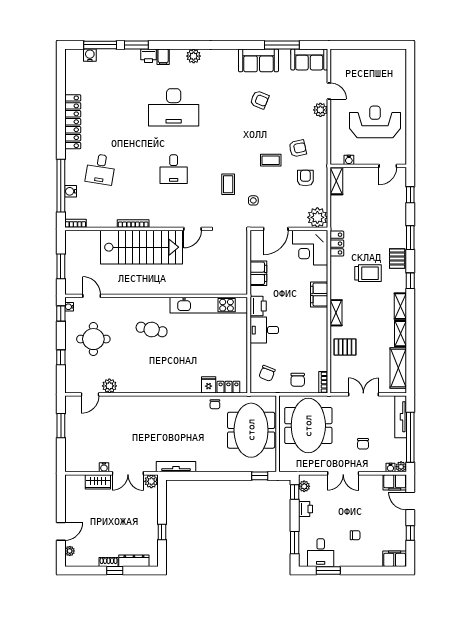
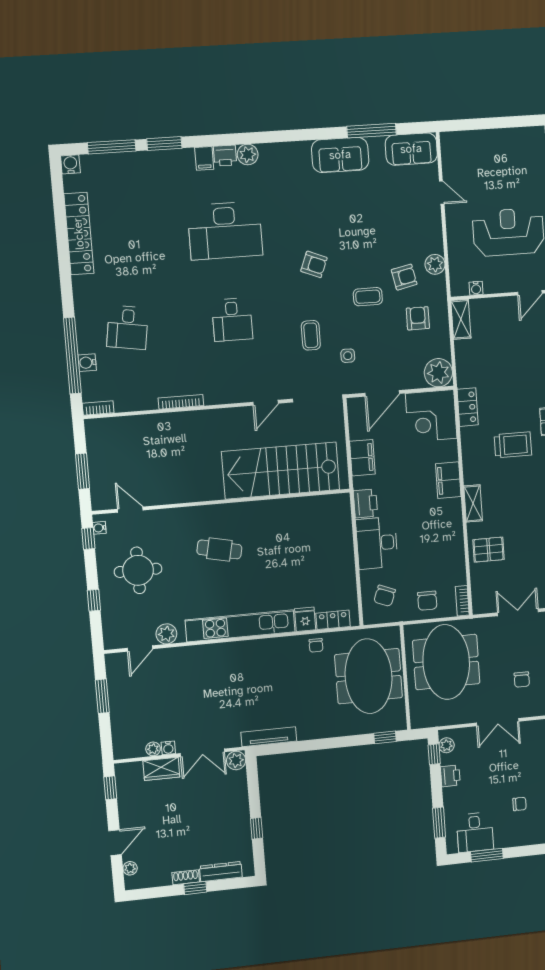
water cooler: (90, 55) -> (70, 164), moved
printer: (149, 56) -> (225, 156), moved
armchair: (260, 100) -> (314, 264), moved
plant: (320, 110) -> (435, 264), moved
locker: (73, 122) -> (79, 234), moved
stairs: (141, 247) -> (281, 471), moved, turned 180
kitchen unit: (209, 305) -> (240, 626), moved, turned 180
desk: (264, 330) -> (377, 543), width x1.37
plant: (93, 467) -> (153, 749), added
window: (61, 492) -> (110, 788), added

